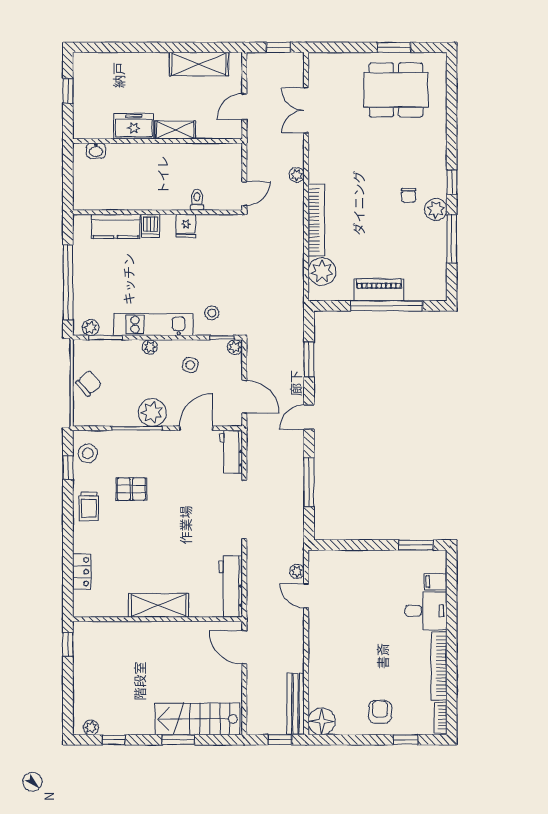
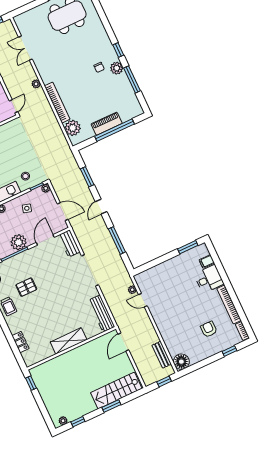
door: (244, 647) -> (123, 342), hinge flipped
bench: (296, 704) -> (162, 355), width x0.73
armchair: (380, 712) -> (209, 329), moved

